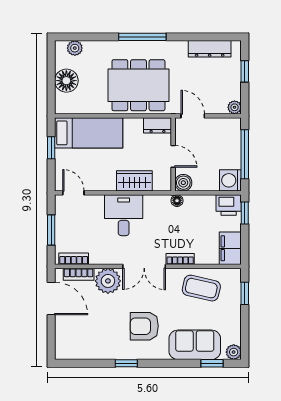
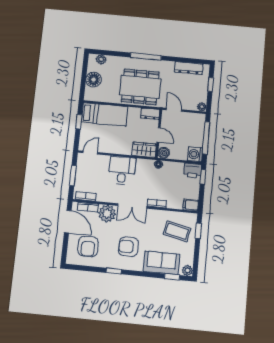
wardrobe: (134, 181) -> (144, 150), moved
door: (73, 193) -> (90, 153), hinge flipped
filing cabinet: (230, 248) -> (191, 205), width x0.50
coffee table: (201, 288) -> (177, 231), moved
armchair: (85, 331) -> (88, 246), added

